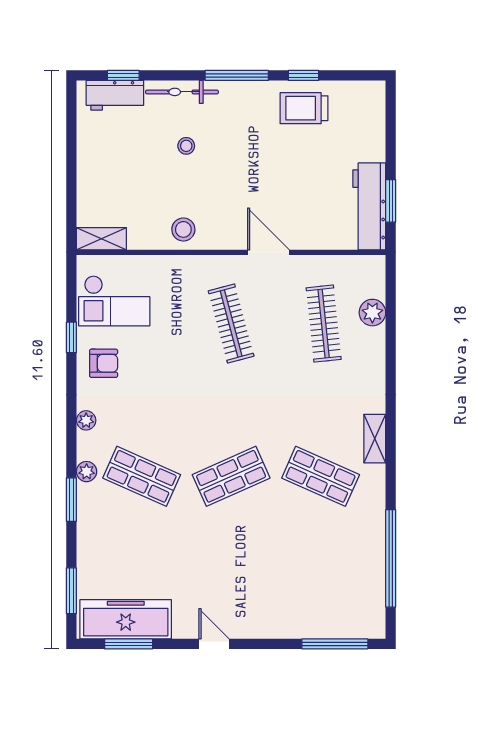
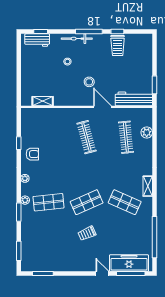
bicycle: (182, 92) -> (77, 39), moved
trolley: (304, 108) -> (118, 46), turned -90
workbench: (369, 206) -> (134, 99), moved, turned 90
stool: (183, 229) -> (89, 82), moved
shelving: (101, 239) -> (43, 101), moved
checkout: (114, 301) -> (37, 127), removed
shop shelf: (142, 476) -> (48, 202), turned -30
trolley: (232, 549) -> (87, 233), added
freezer: (126, 619) -> (129, 263), moved
door: (214, 644) -> (102, 274), moved

